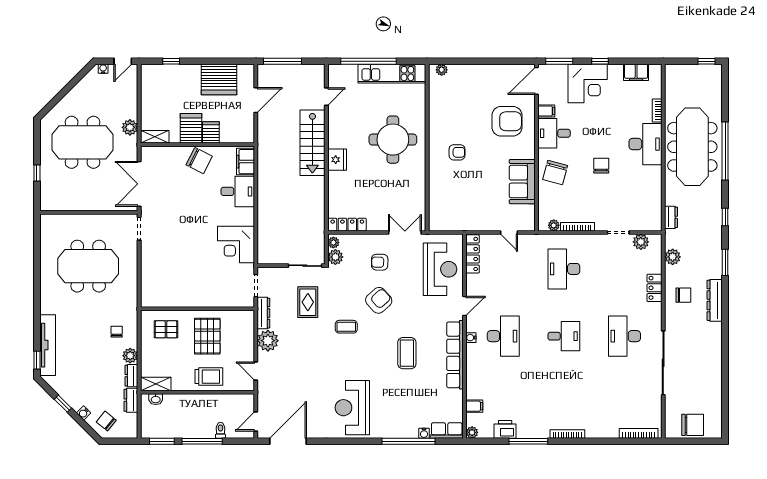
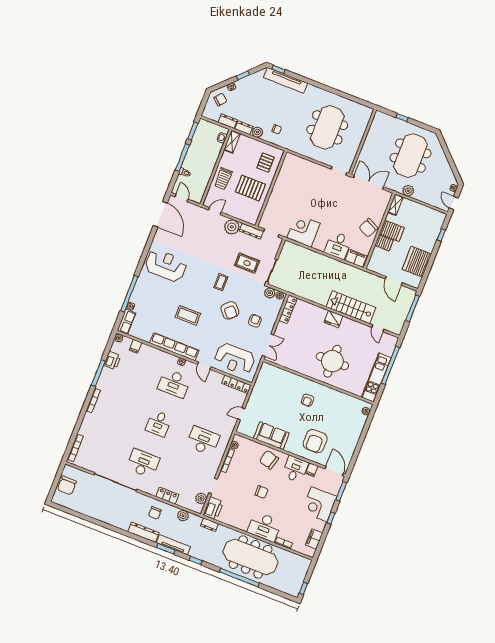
printer: (648, 221) -> (213, 508), added
tv unit: (716, 255) -> (173, 545), added

